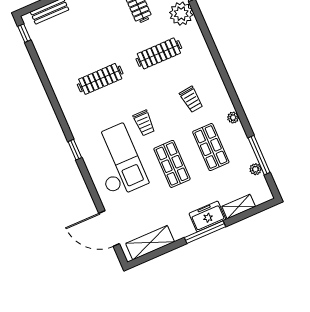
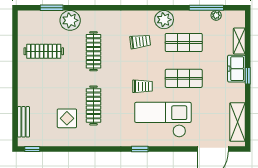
display table: (74, 56) -> (67, 118), added
plant: (233, 118) -> (164, 20), width x1.88, depth x1.88
window: (205, 232) -> (248, 76), width x0.46

